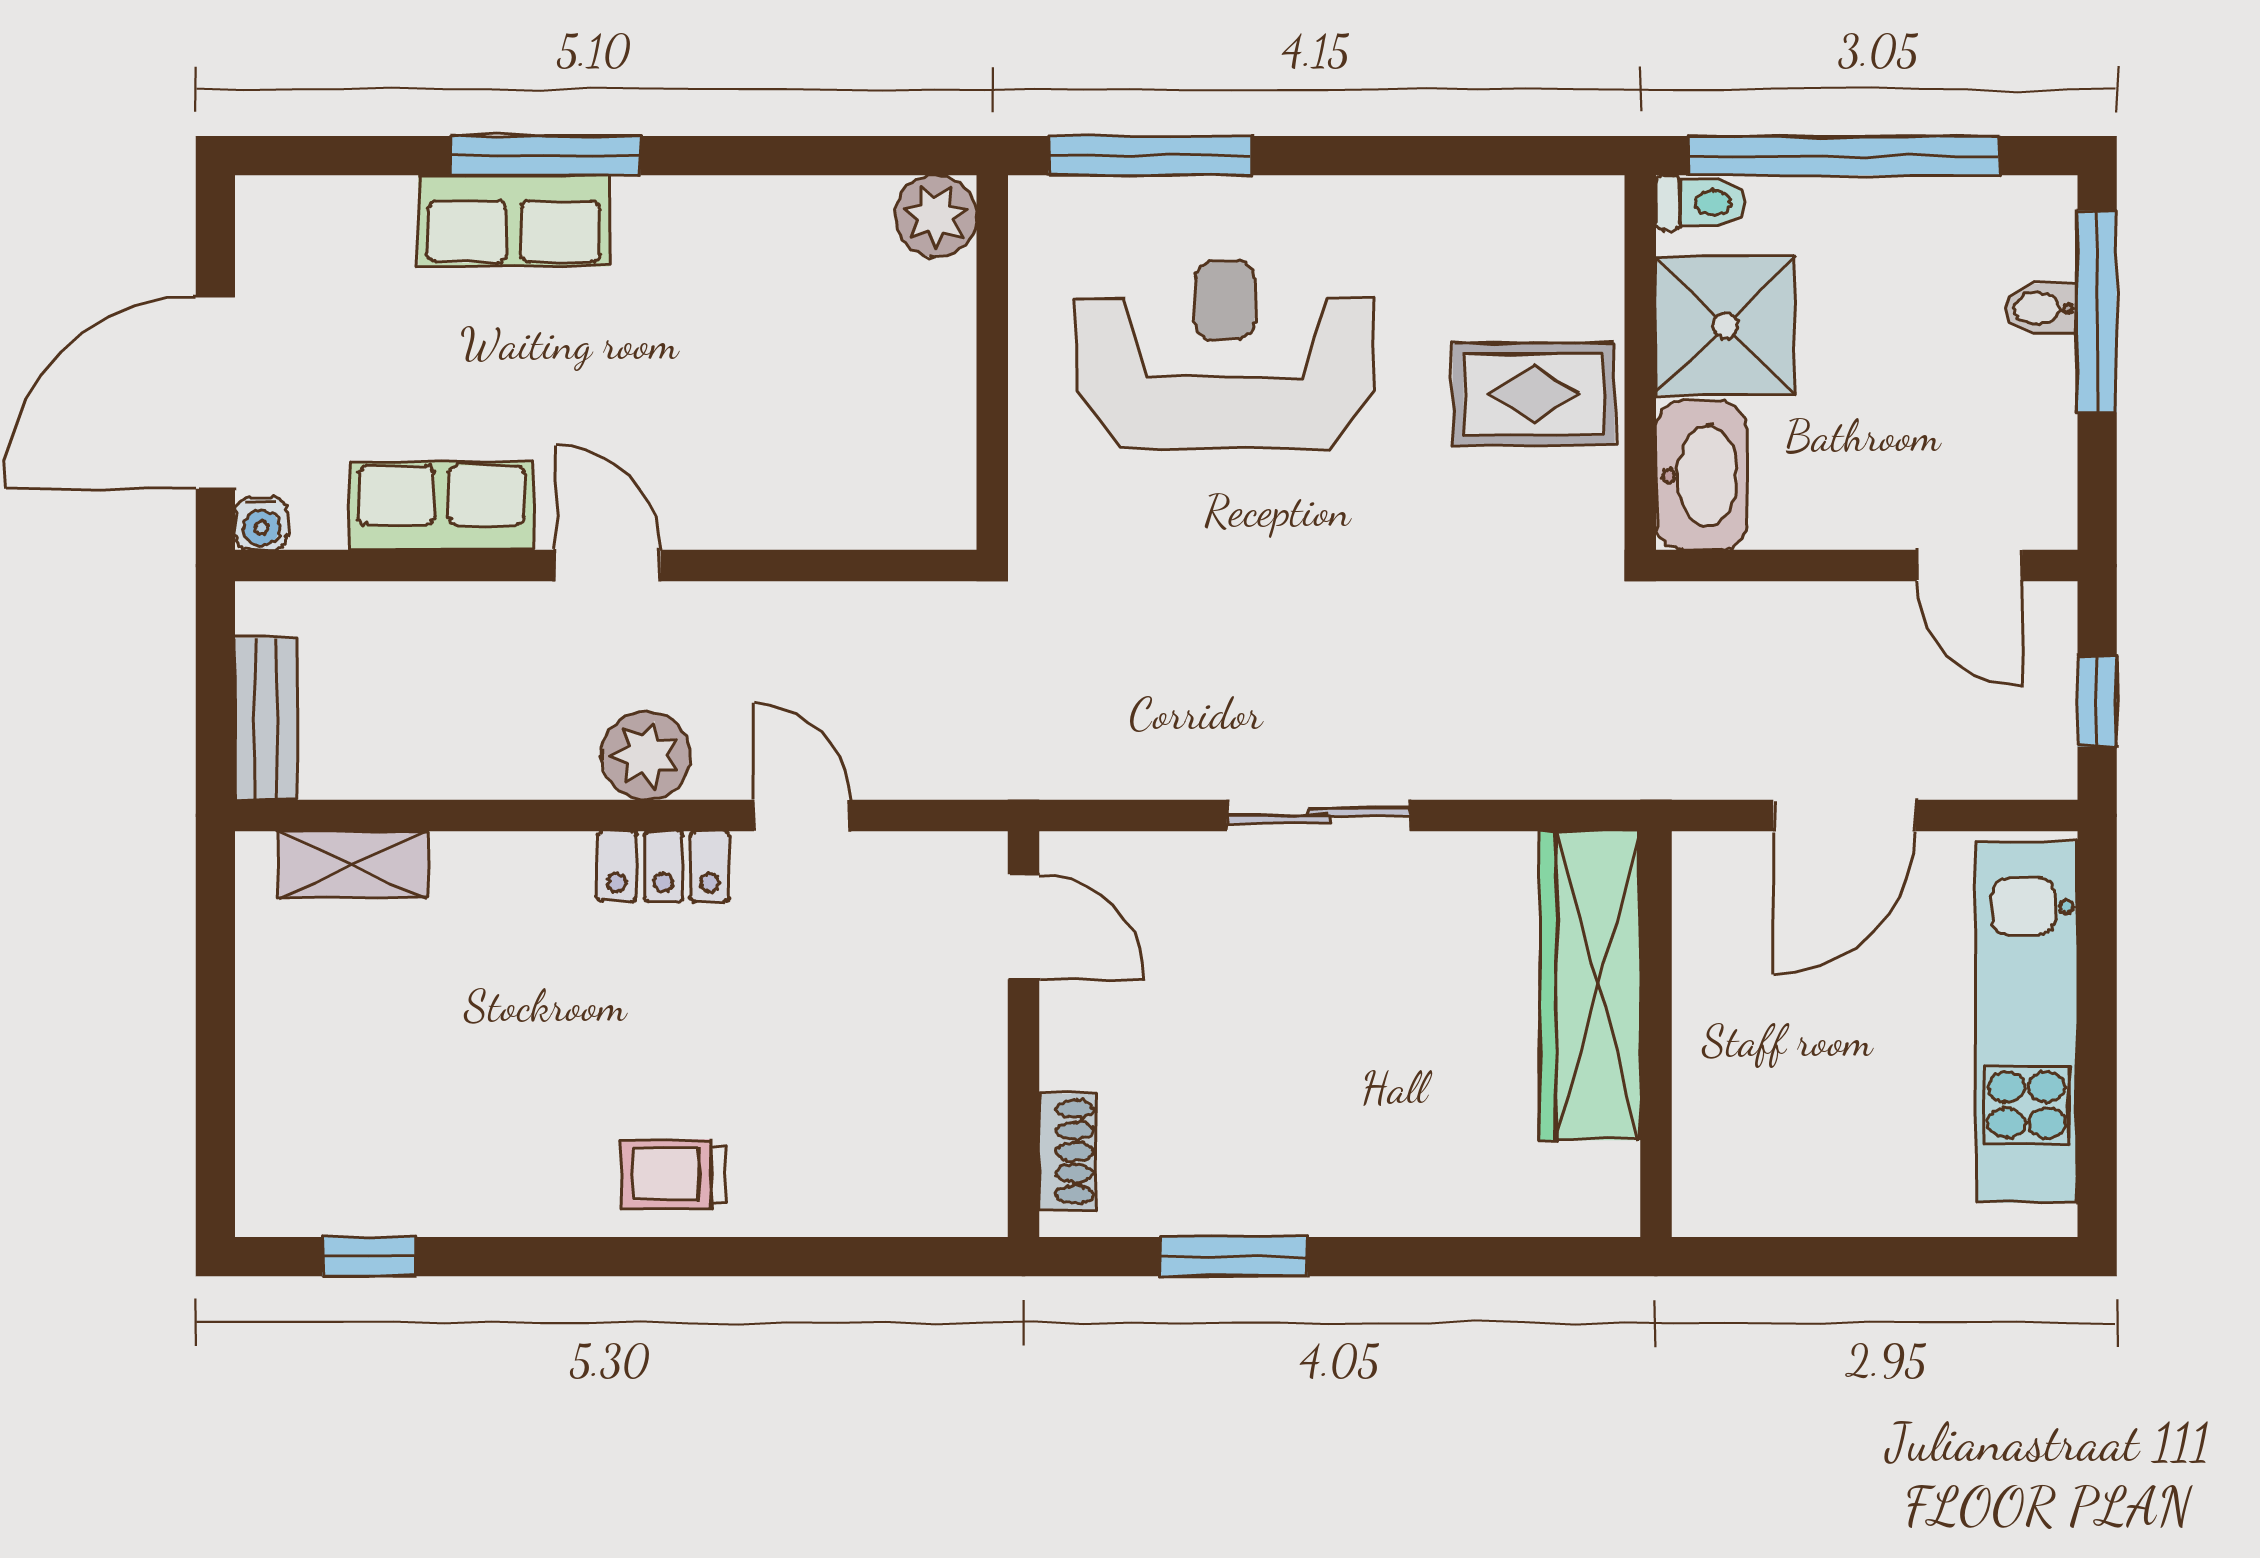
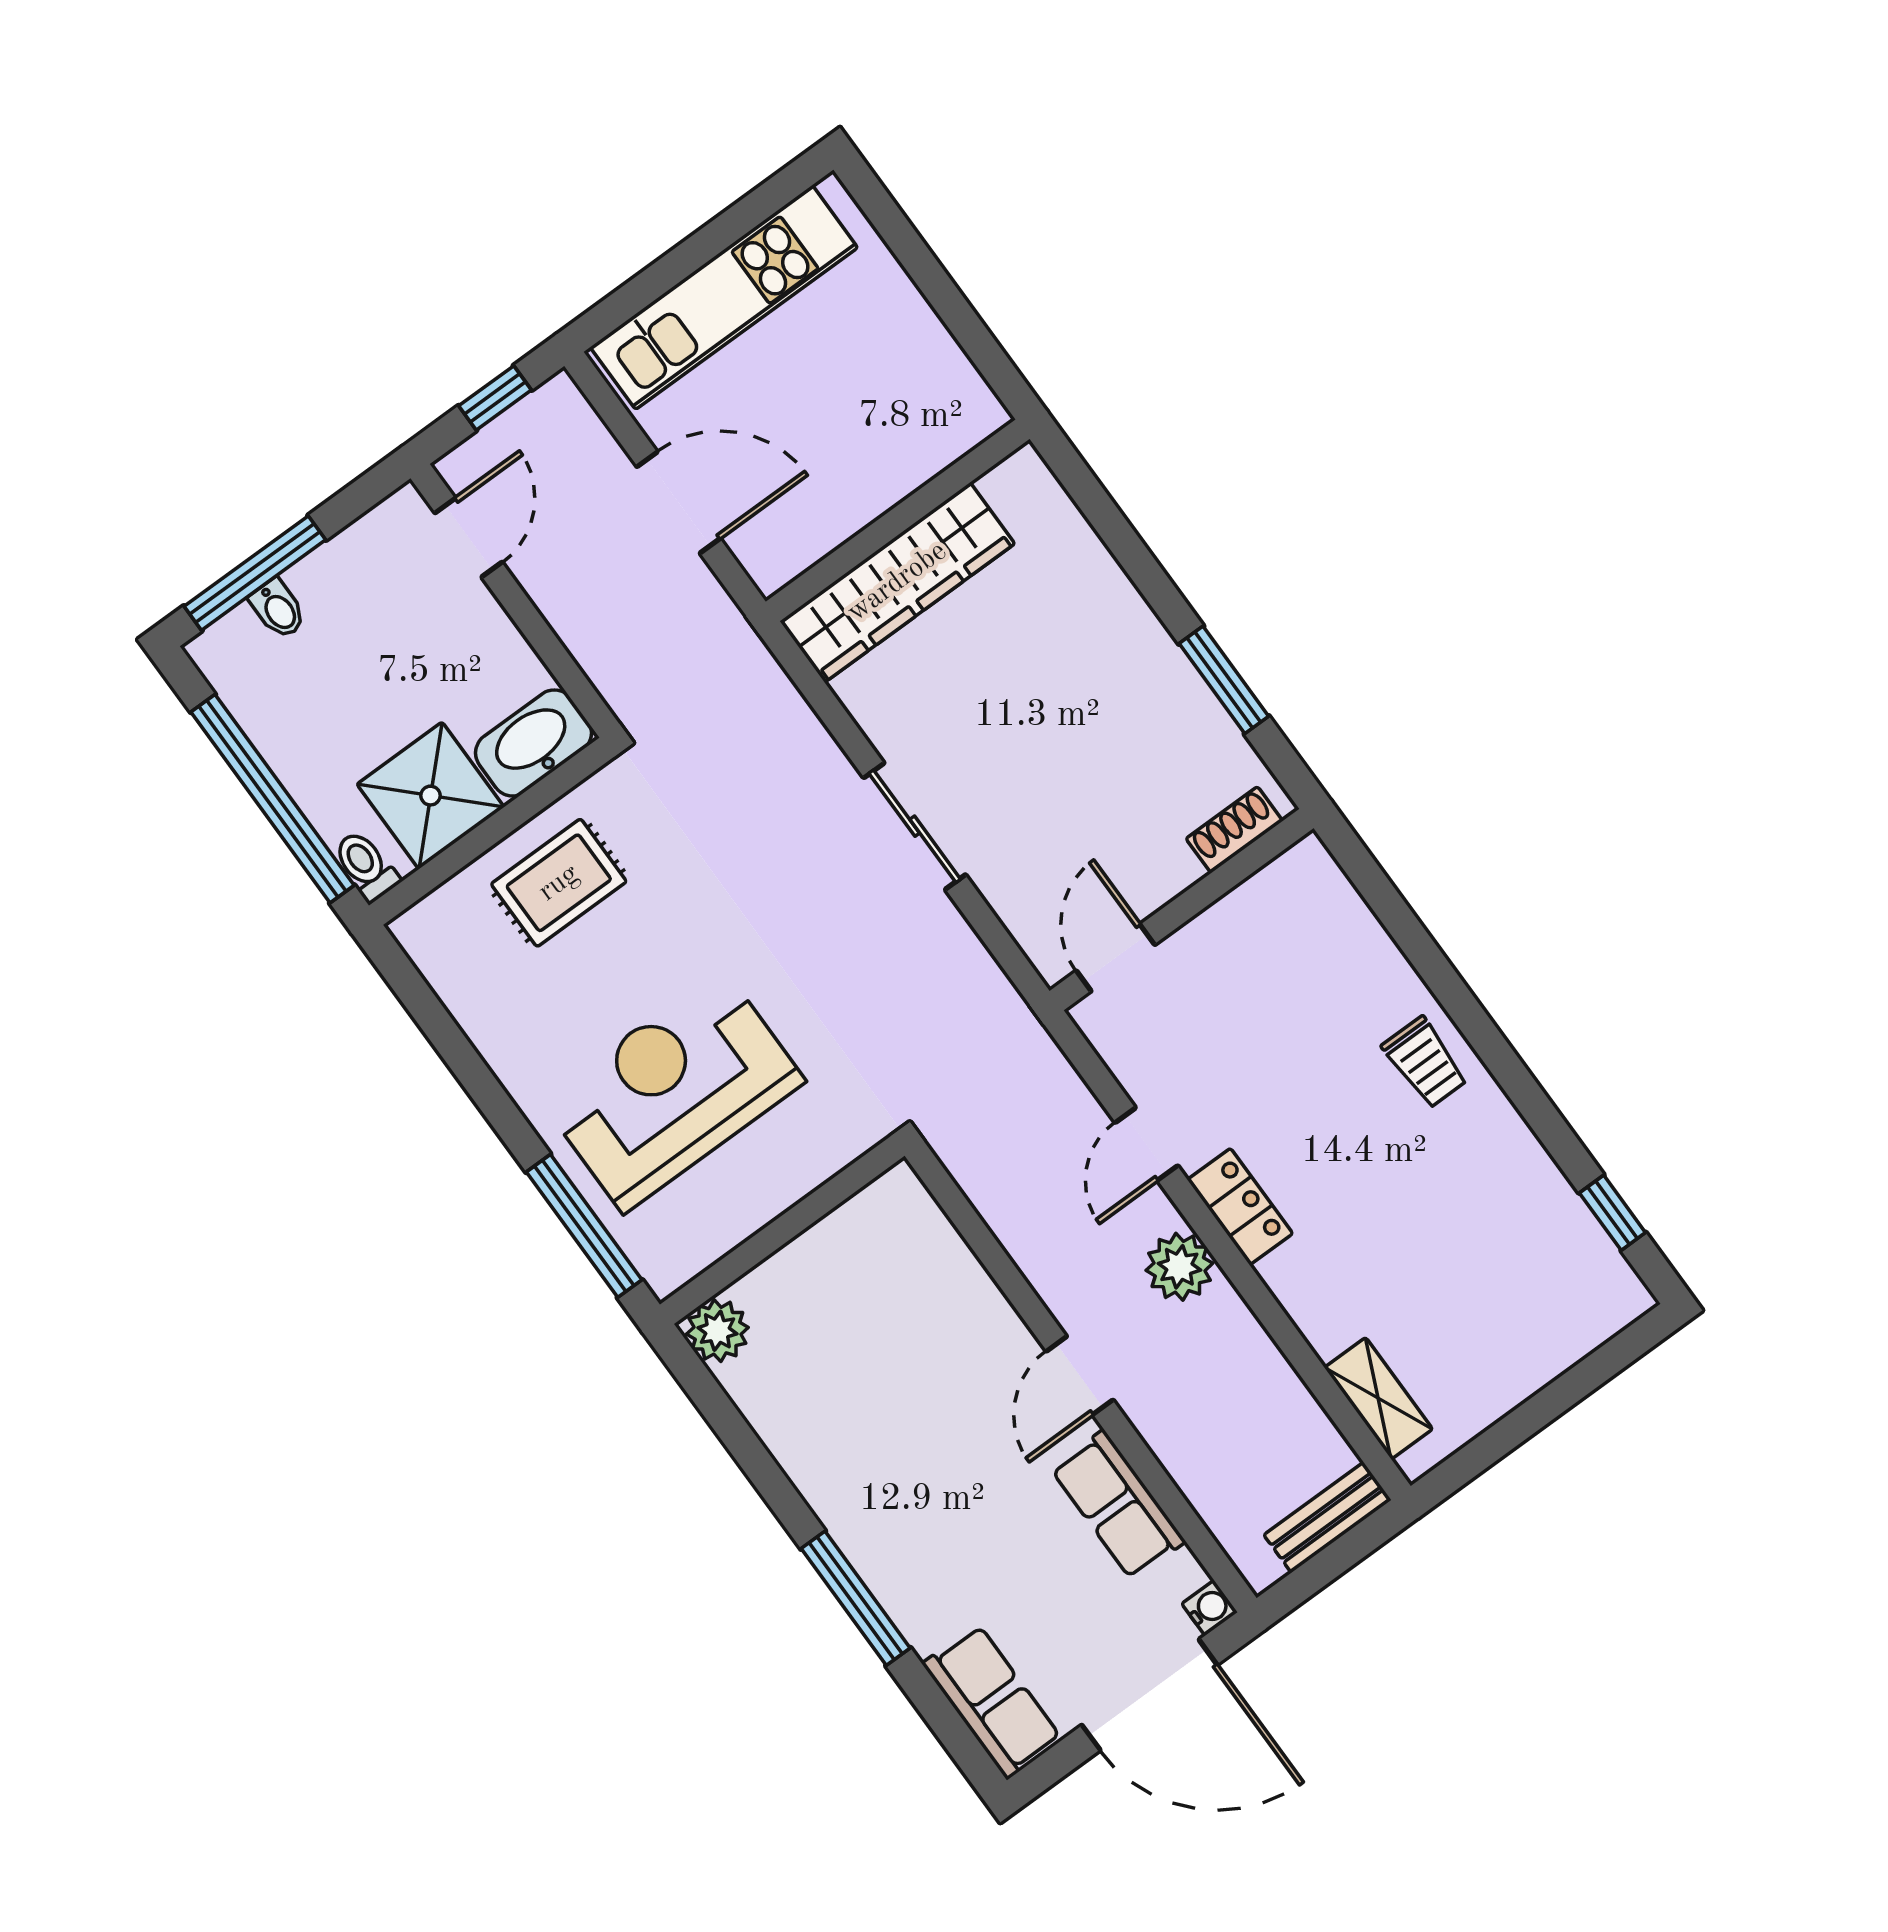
row of seats: (514, 221) -> (992, 1701), moved
reception desk: (1225, 355) -> (673, 1091), turned 90
rug: (1534, 394) -> (559, 883), turned 90

